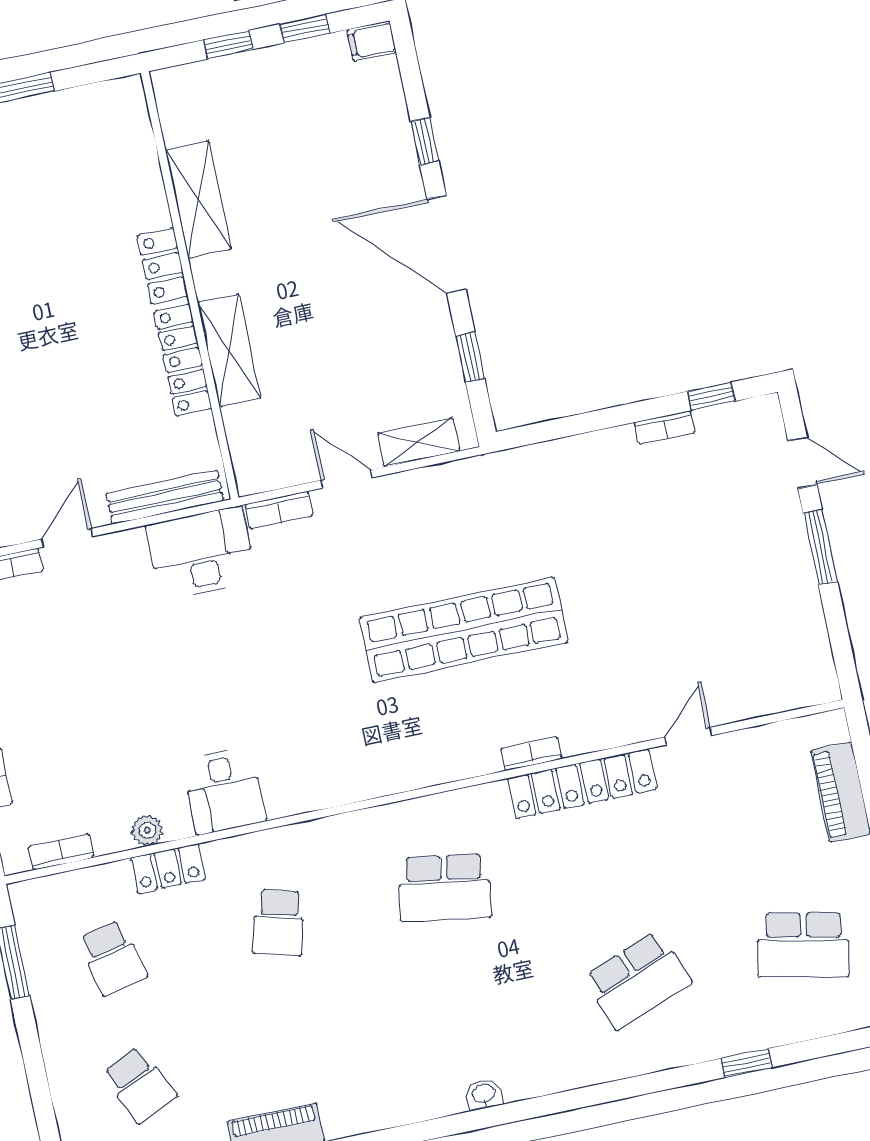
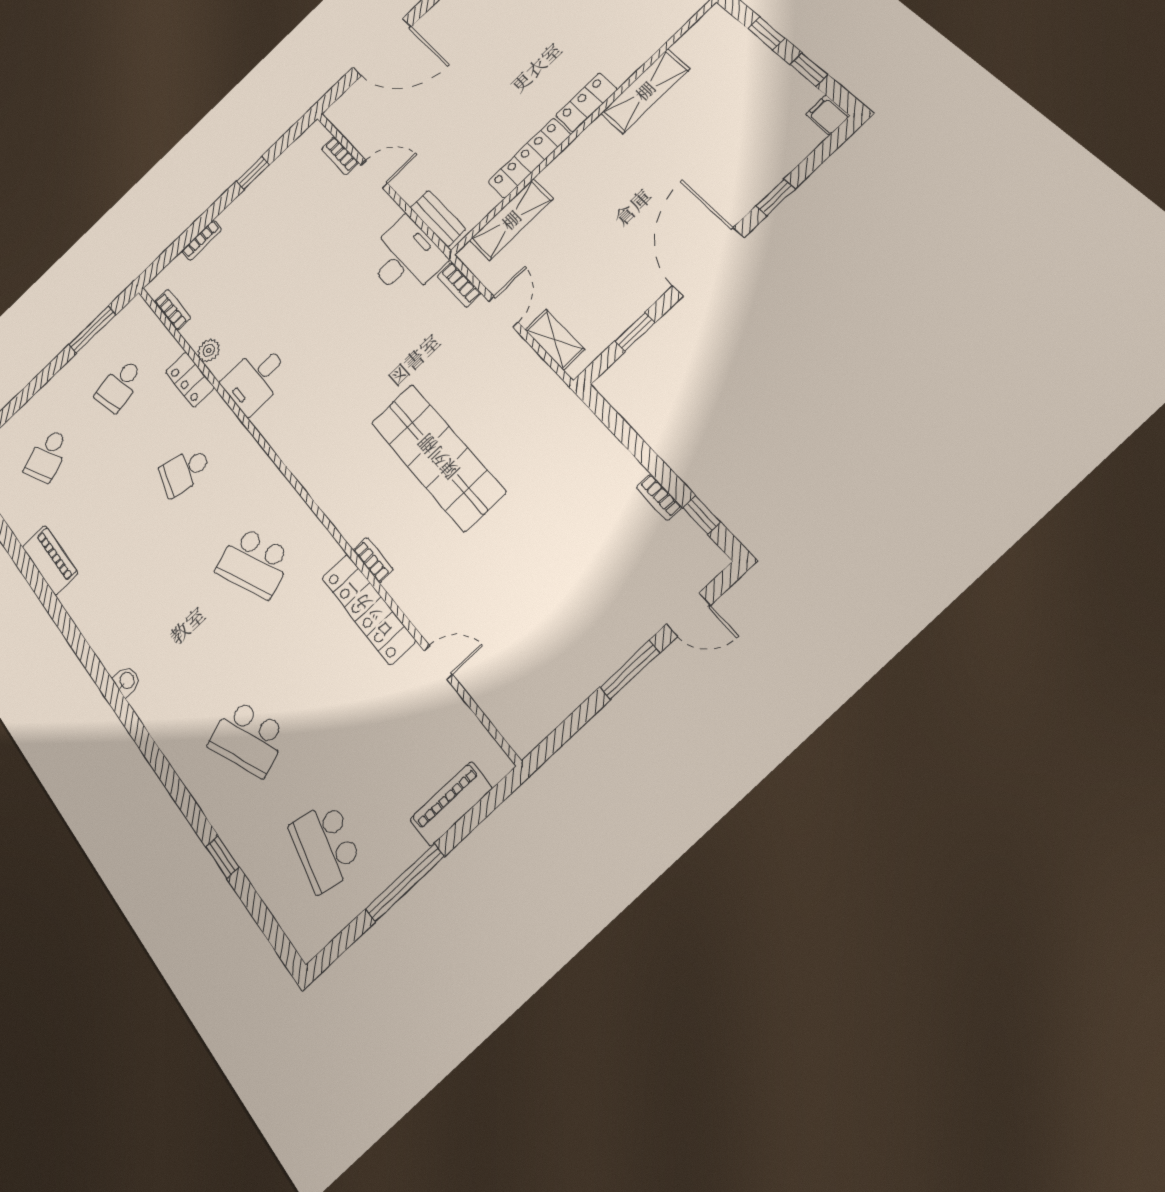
shelving: (229, 350) -> (511, 220), moved
door: (802, 463) -> (688, 615), hinge flipped
bench: (165, 497) -> (438, 218), width x0.73
school desk: (445, 888) -> (254, 563), turned -30

